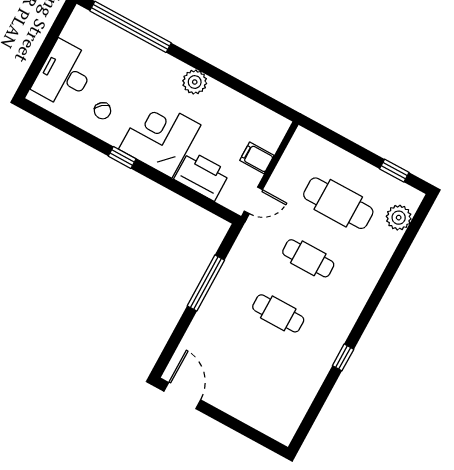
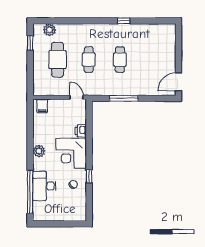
desk: (64, 74) -> (44, 186), moved, turned 90
window: (122, 158) -> (89, 176), moved
filing cabinet: (257, 158) -> (42, 106), moved
printer: (202, 176) -> (81, 131), width x0.53, depth x0.68

